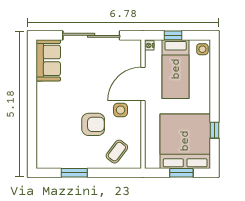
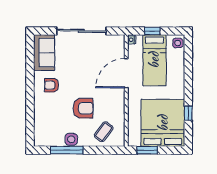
armchair: (57, 98) -> (52, 85), added
side table: (121, 110) -> (71, 139), moved
window: (74, 173) -> (67, 150), width x1.44
window: (181, 173) -> (147, 150), moved

